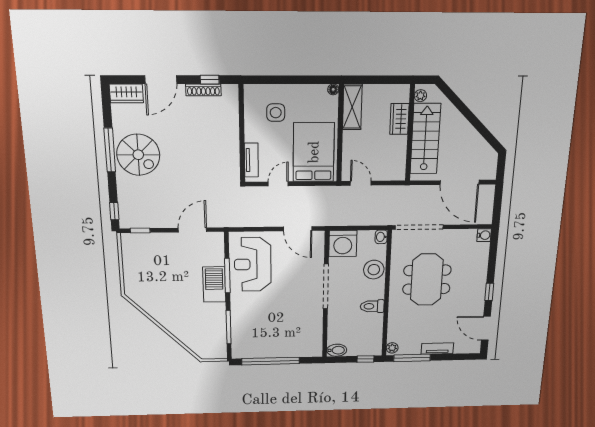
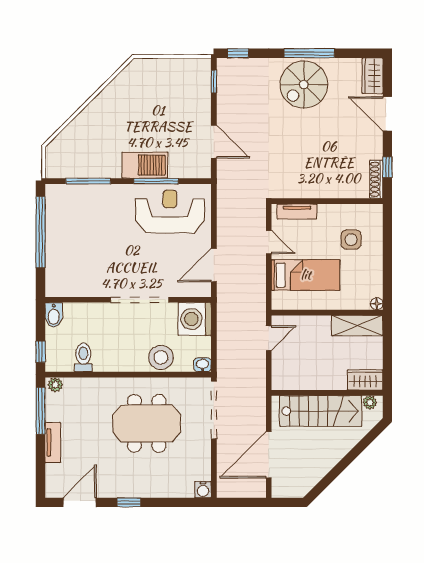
shoe rack: (203, 90) -> (376, 179), moved
wardrobe: (399, 119) -> (365, 380), moved
bed: (314, 152) -> (306, 275), width x0.67
toilet: (372, 306) -> (83, 357), moved

